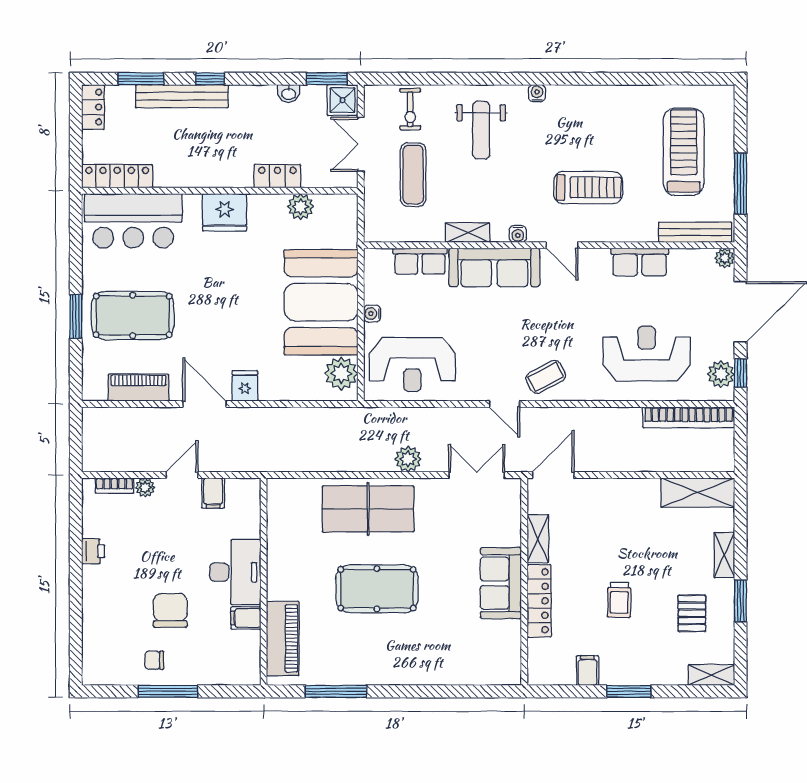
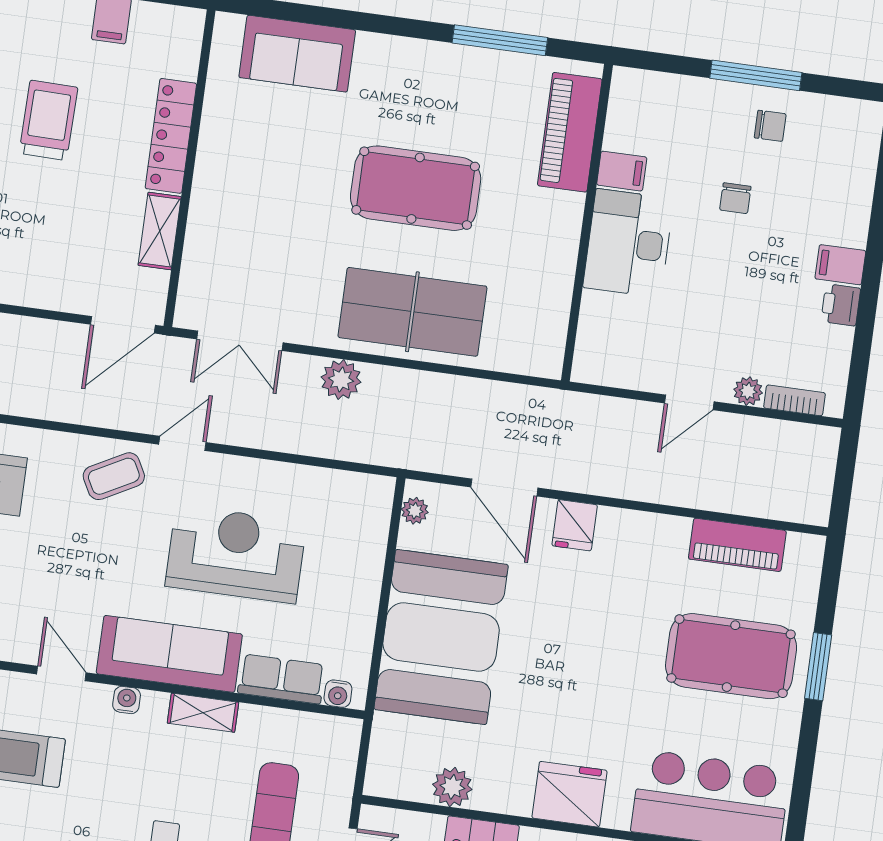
water cooler: (372, 314) -> (338, 694), moved, turned 90
reception desk: (412, 364) -> (236, 554), moved
plant: (341, 373) -> (415, 511), width x0.53, depth x0.53
door: (204, 404) -> (504, 487), moved
door: (504, 404) -> (182, 443), hinge flipped
filing cabinet: (213, 493) -> (840, 265), moved, turned -90
sofa: (501, 583) -> (297, 54), moved, turned 90
trolley: (619, 600) -> (48, 120), width x1.36, depth x1.39
chair: (170, 611) -> (735, 198), width x0.54, depth x0.54

